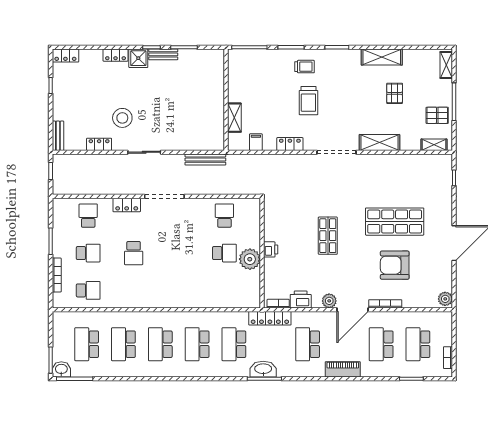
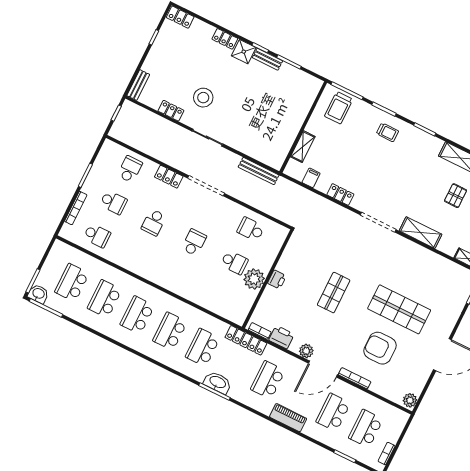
trolley: (308, 101) -> (339, 108), moved
school desk: (224, 216) -> (251, 229), turned -90
school desk: (179, 253) -> (194, 242), added

